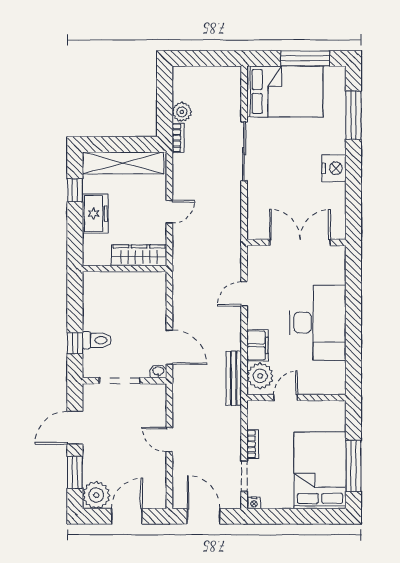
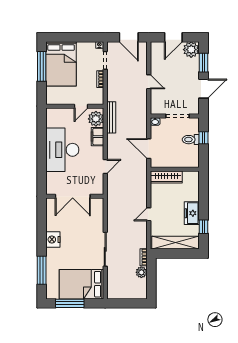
wardrobe: (139, 255) -> (166, 177), moved
wall: (124, 269) -> (175, 169), moved
door: (169, 347) -> (149, 149), moved

